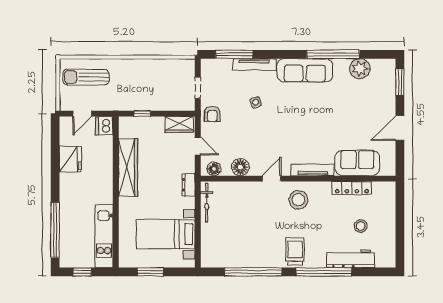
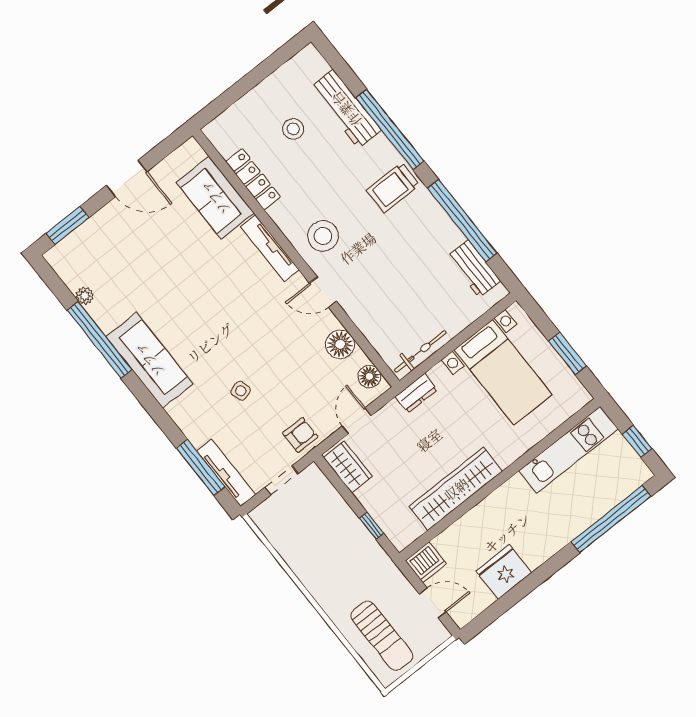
tv unit: (254, 64) -> (226, 473), moved
plant: (360, 69) -> (85, 296), width x0.53, depth x0.53
workbench: (226, 259) -> (474, 269), added

